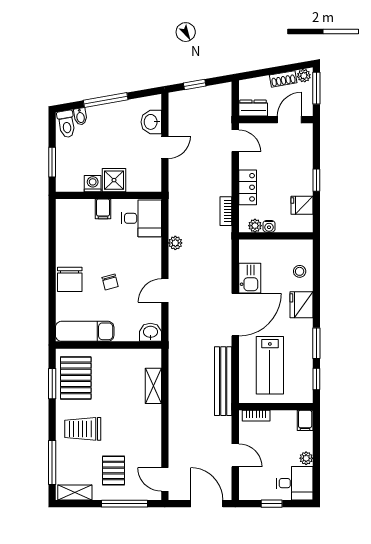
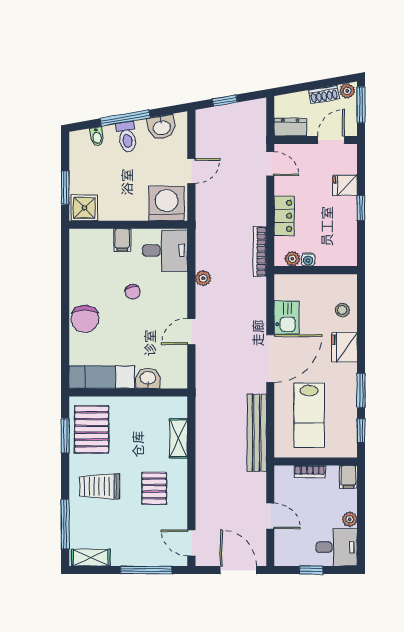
washbasin: (151, 122) -> (162, 127), moved, turned -100
toilet: (66, 124) -> (127, 137), moved
shower: (114, 180) -> (84, 208), moved
washing machine: (93, 184) -> (167, 203), moved, width x1.89, depth x1.89
fridge: (302, 205) -> (345, 185), moved
bookcase: (226, 211) -> (260, 252), width x1.56
chair: (110, 282) -> (133, 292), moved
washbasin: (150, 332) -> (148, 378), moved
bookcase: (256, 416) -> (310, 472), moved
pallet: (113, 470) -> (154, 488), moved

